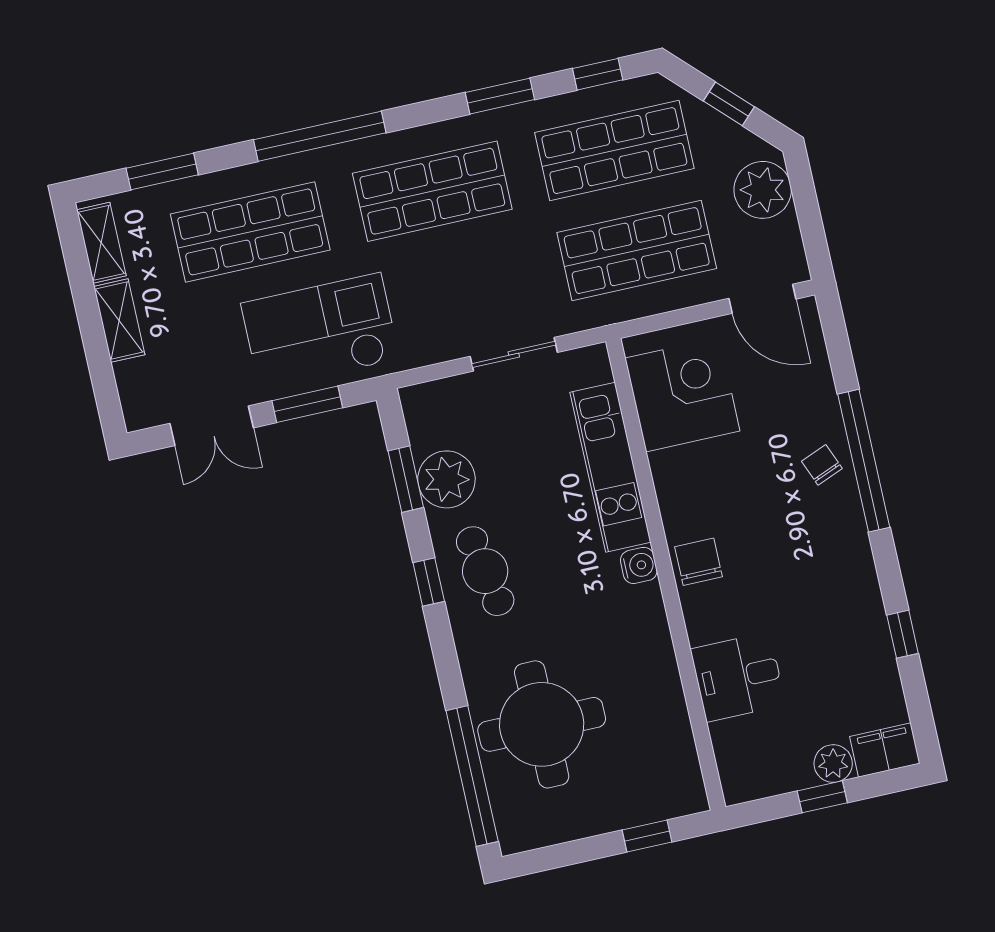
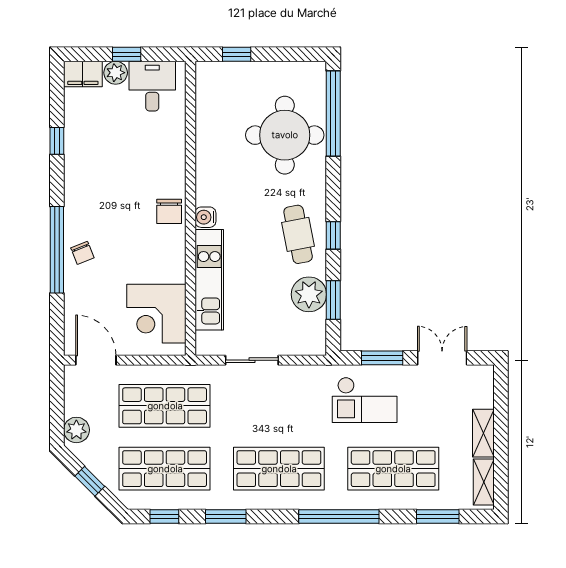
plant: (763, 190) -> (76, 430), width x0.73, depth x0.73
checkout: (320, 331) -> (365, 400), width x0.73, depth x0.83
desk: (738, 677) -> (152, 86), moved, turned -90

